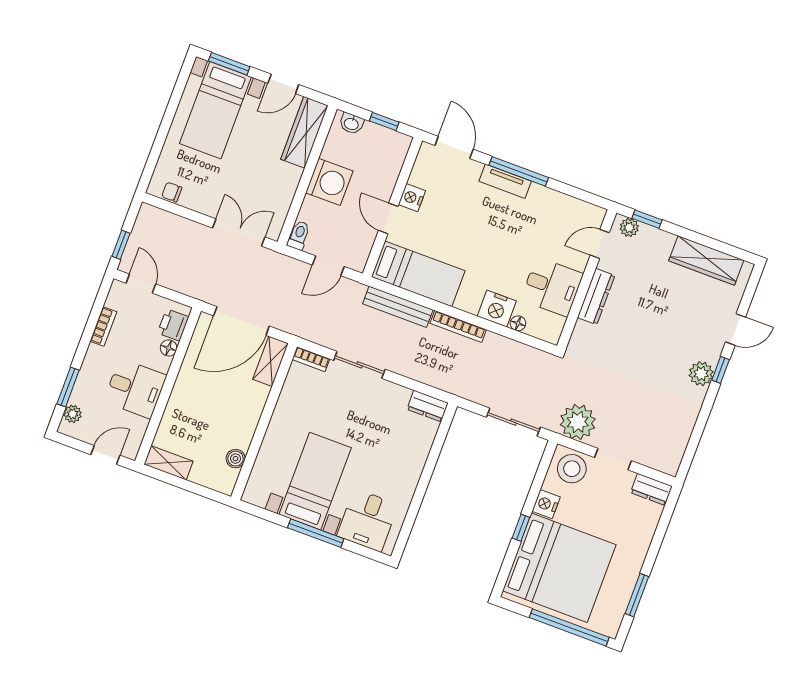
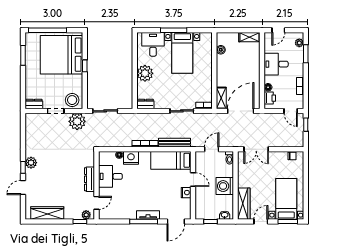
door: (454, 147) -> (176, 221), hinge flipped
plant: (405, 468) -> (145, 73), added
nightstand: (546, 504) -> (78, 80), removed

